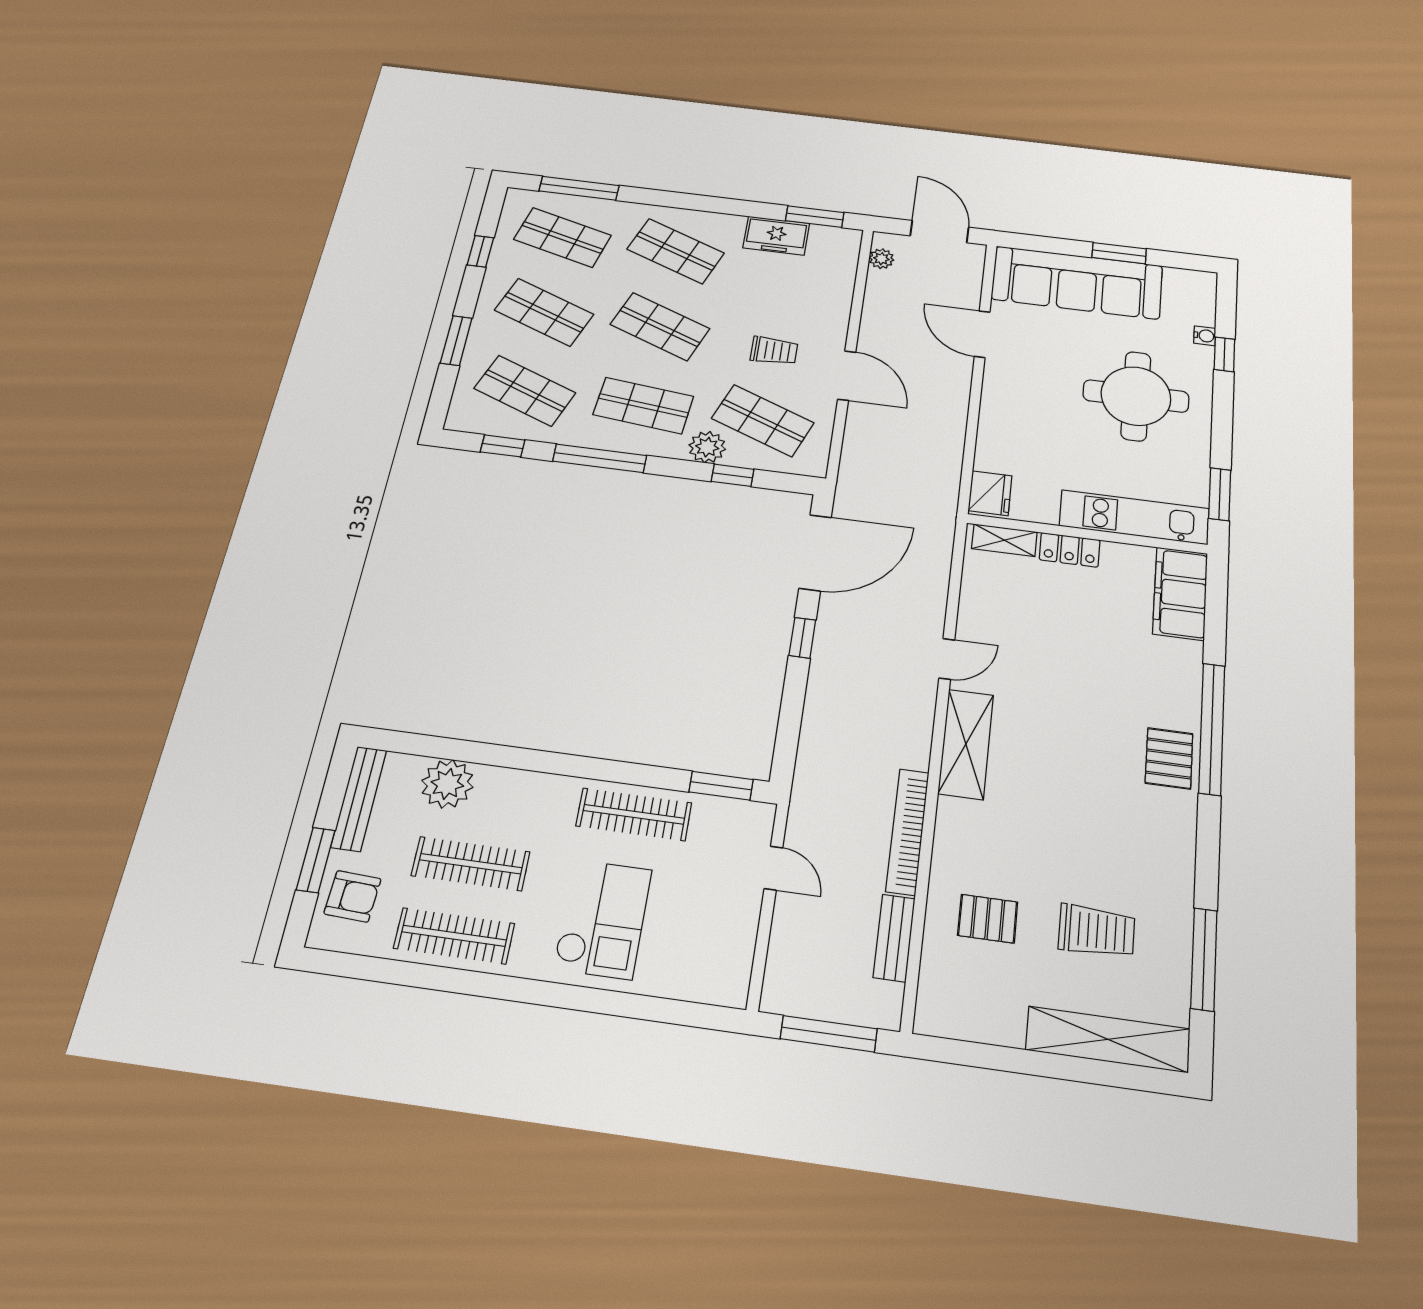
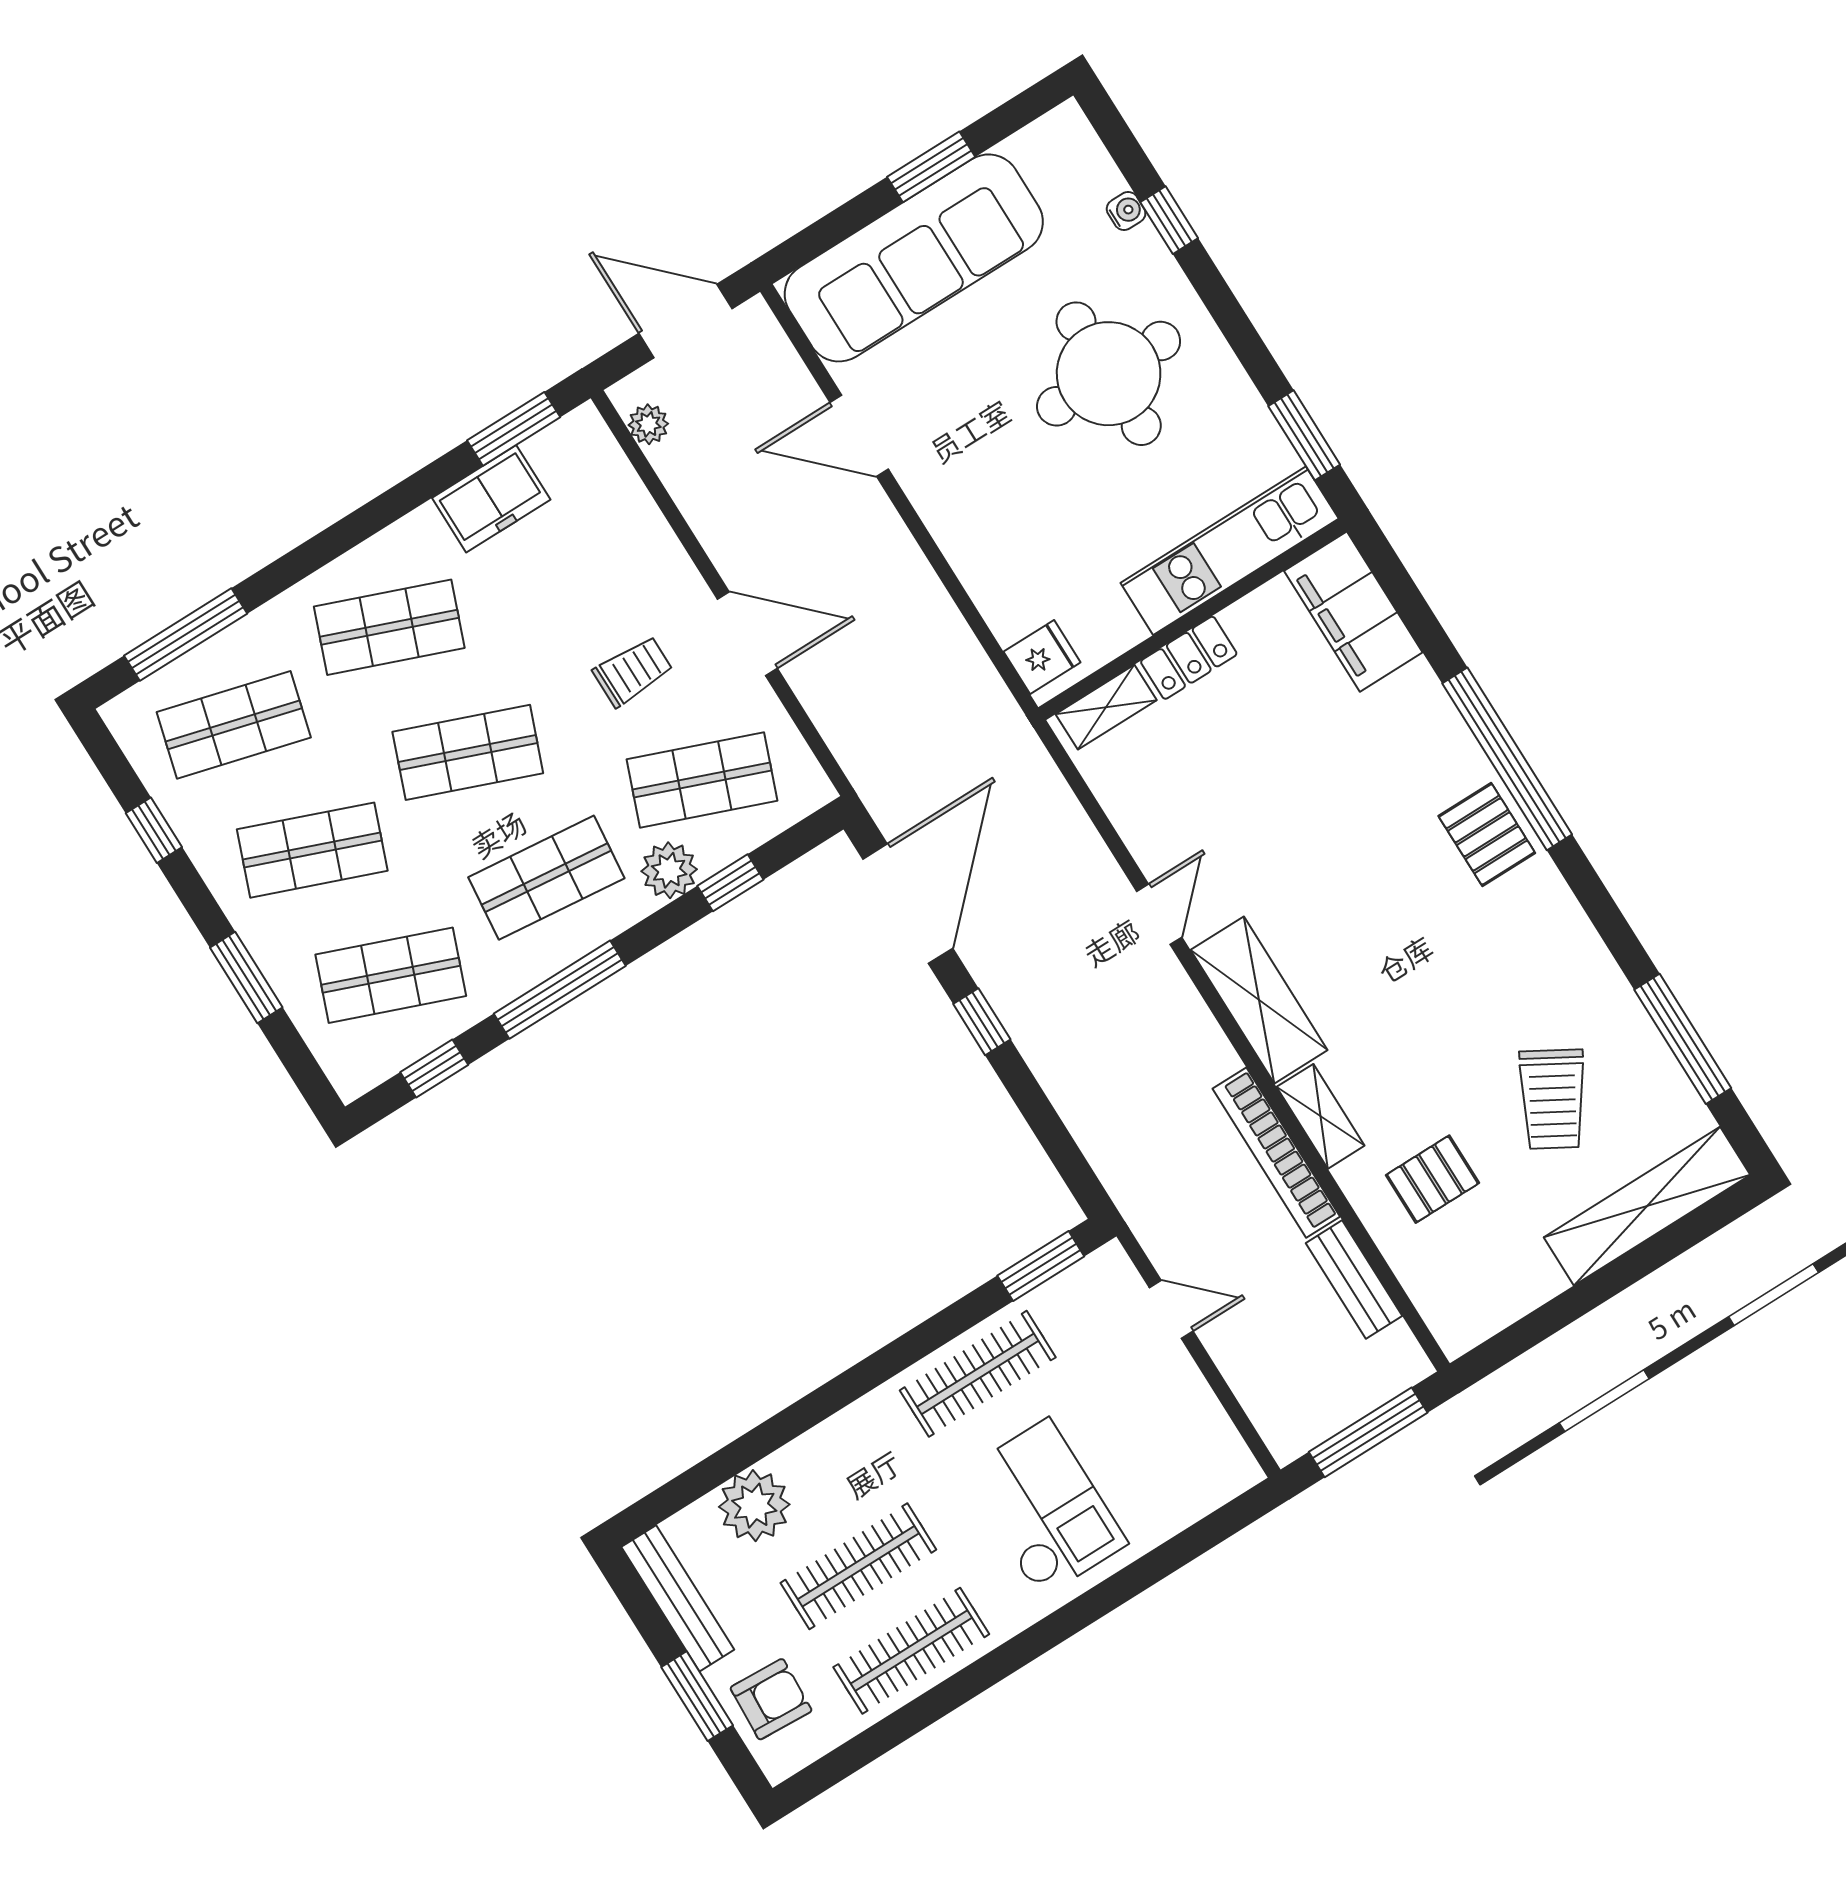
fridge: (990, 493) -> (1042, 657), width x0.72
shelving: (950, 832) -> (1321, 1116), added
trolley: (1097, 931) -> (1553, 1099), turned 120

